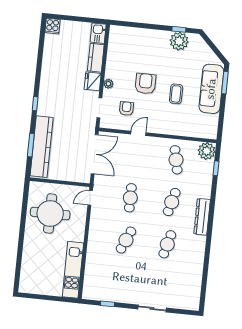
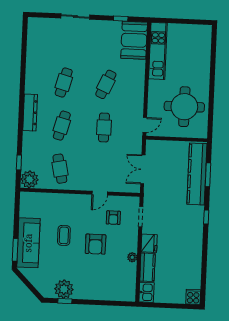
plant: (109, 84) -> (132, 257), moved
double door: (95, 154) -> (143, 169), width x0.73
booth: (96, 282) -> (134, 40), added

